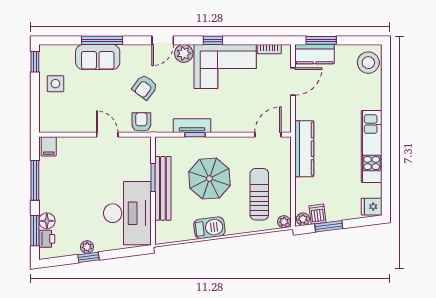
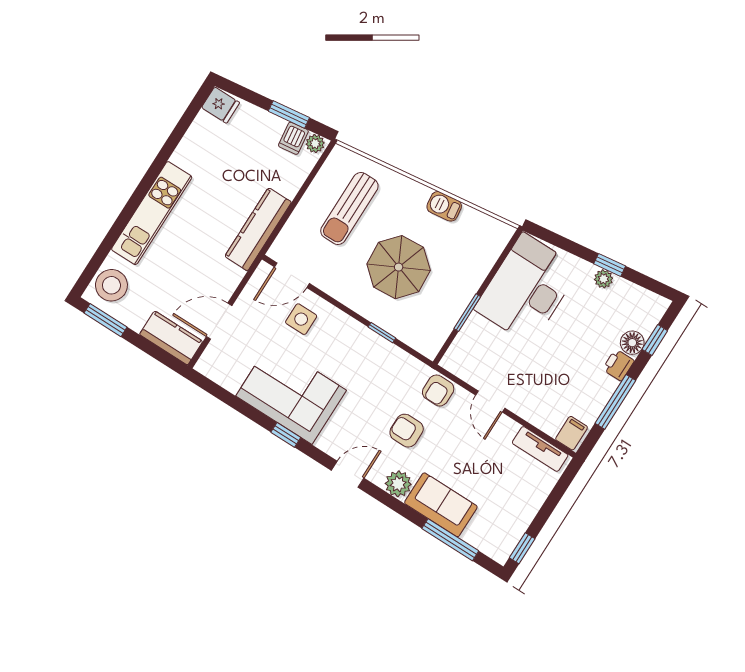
window: (102, 40) -> (450, 540), moved
window: (321, 40) -> (106, 320), moved
bookcase: (269, 49) -> (223, 380), removed
plant: (184, 53) -> (398, 484), moved
side table: (55, 84) -> (301, 319), moved
armchair: (145, 87) -> (407, 431), turned -127
tv unit: (192, 126) -> (540, 449), moved
kitchen unit: (372, 146) -> (152, 213), moved
bench: (163, 188) -> (464, 291), removed
plant: (284, 222) -> (341, 155), removed
barbecue: (209, 228) -> (444, 206), width x0.73, depth x0.79
window: (35, 231) -> (655, 340), width x0.67
printer: (47, 239) -> (618, 365), moved

